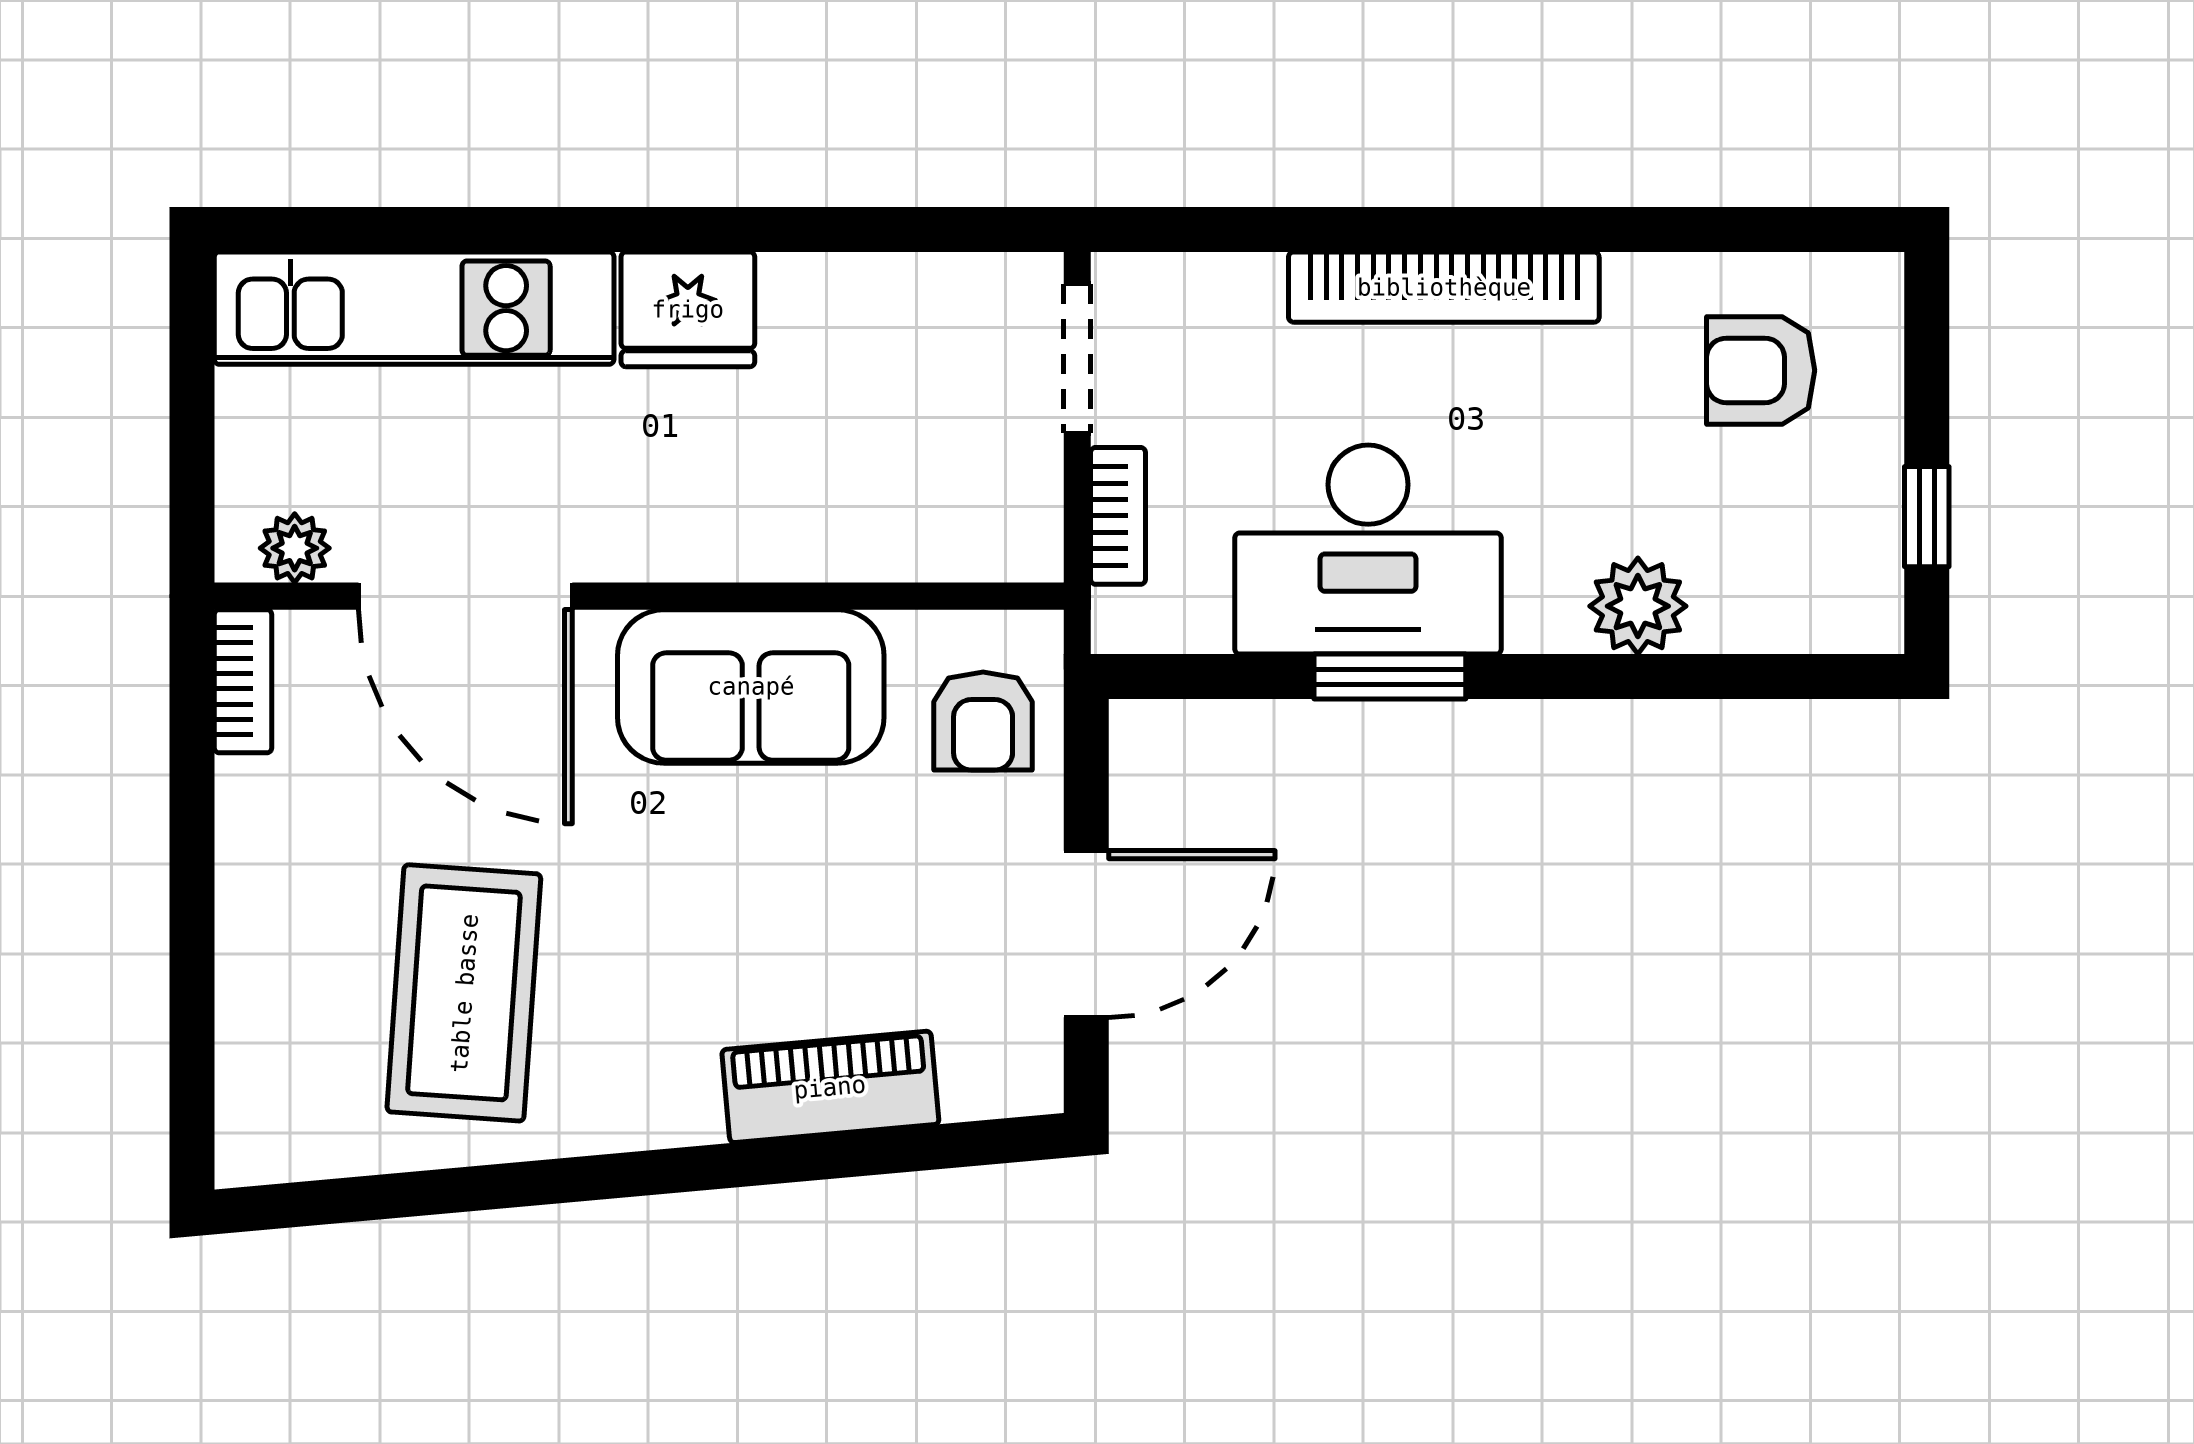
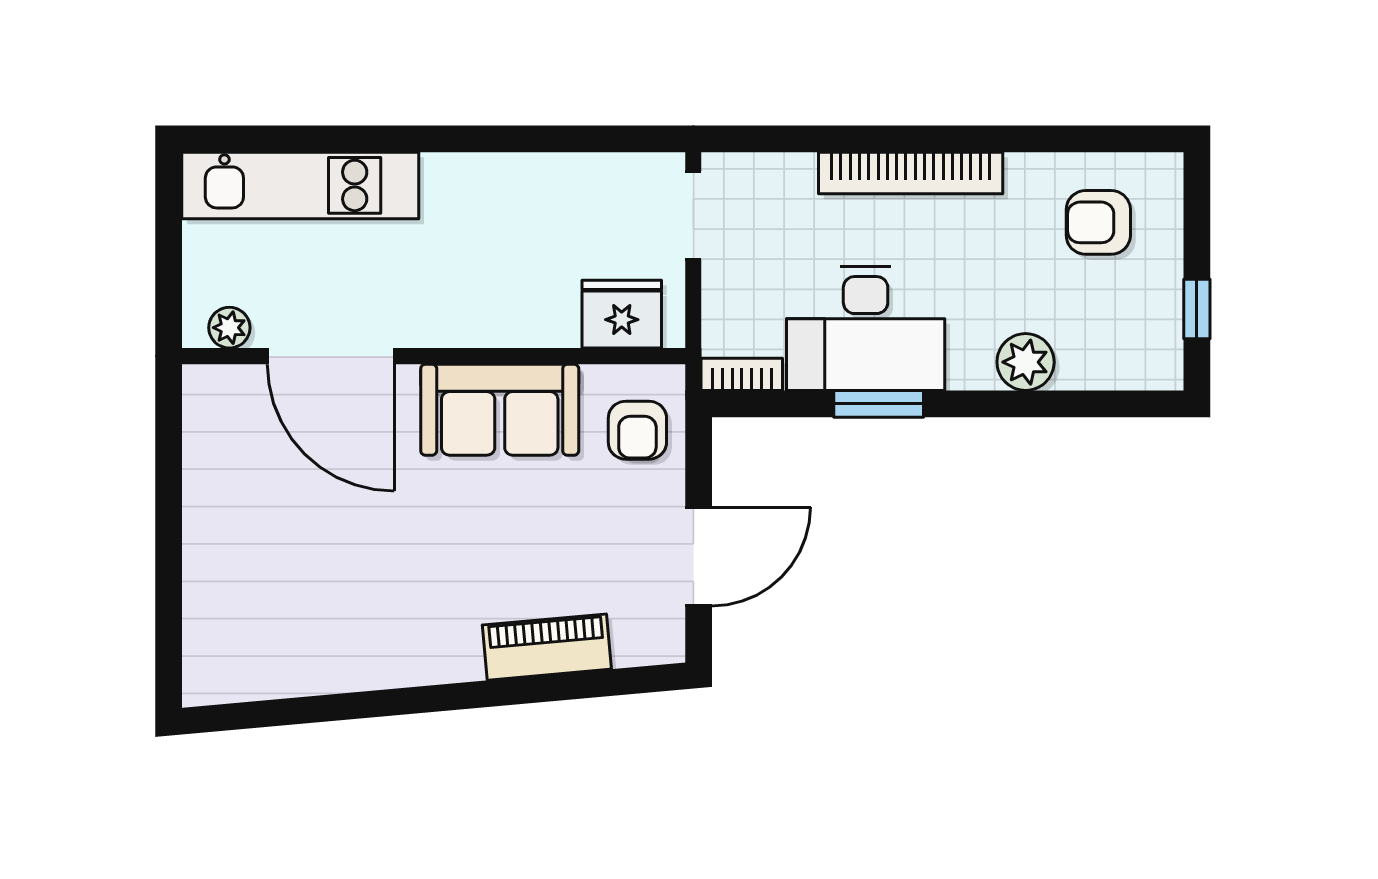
fridge: (688, 309) -> (622, 314), moved, turned 180
bookcase: (1118, 516) -> (742, 374), moved, turned -90
bookcase: (243, 681) -> (199, 407), removed
coffee table: (464, 993) -> (330, 591), removed

